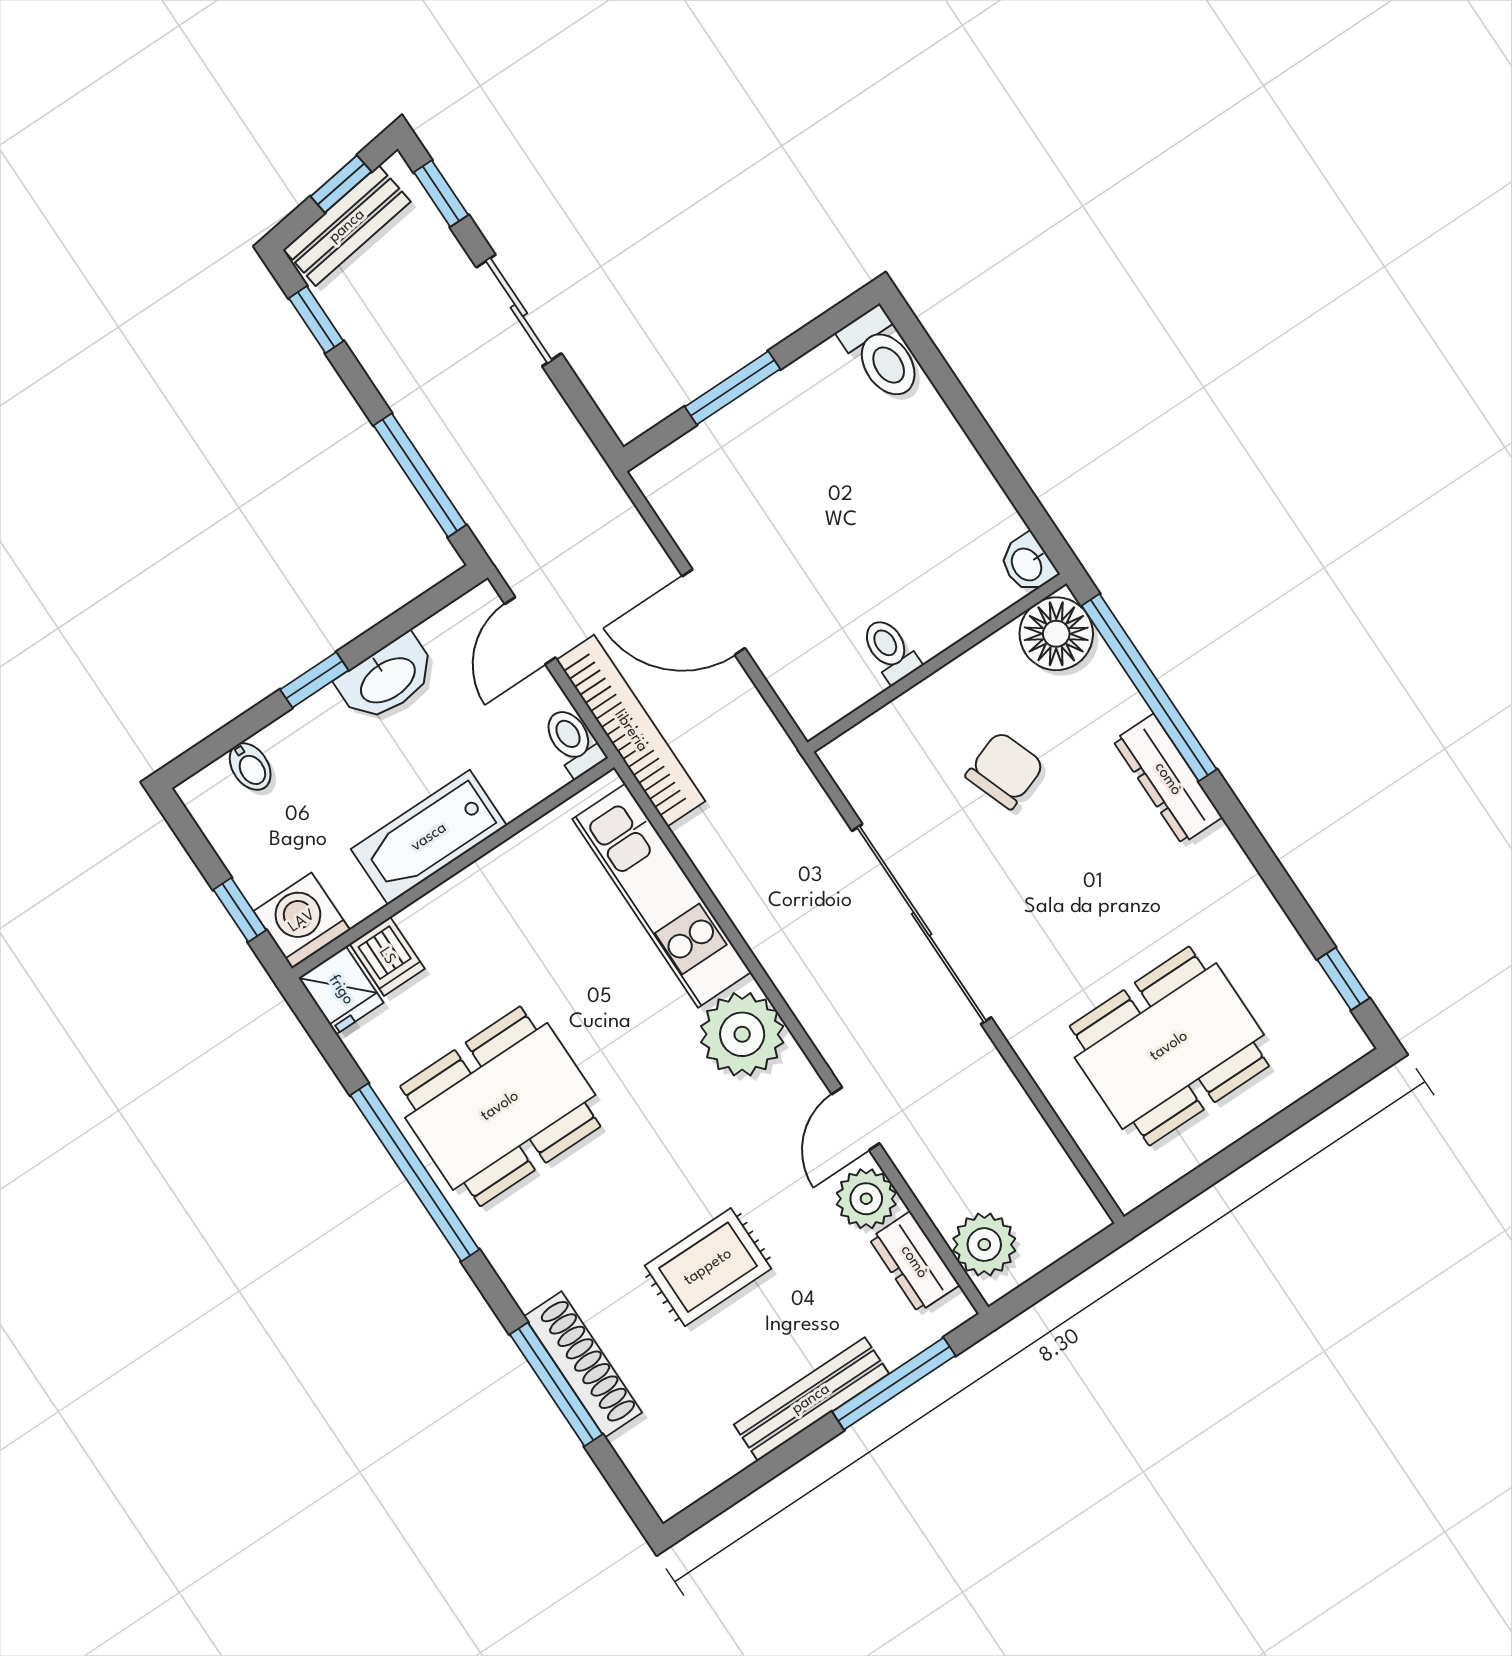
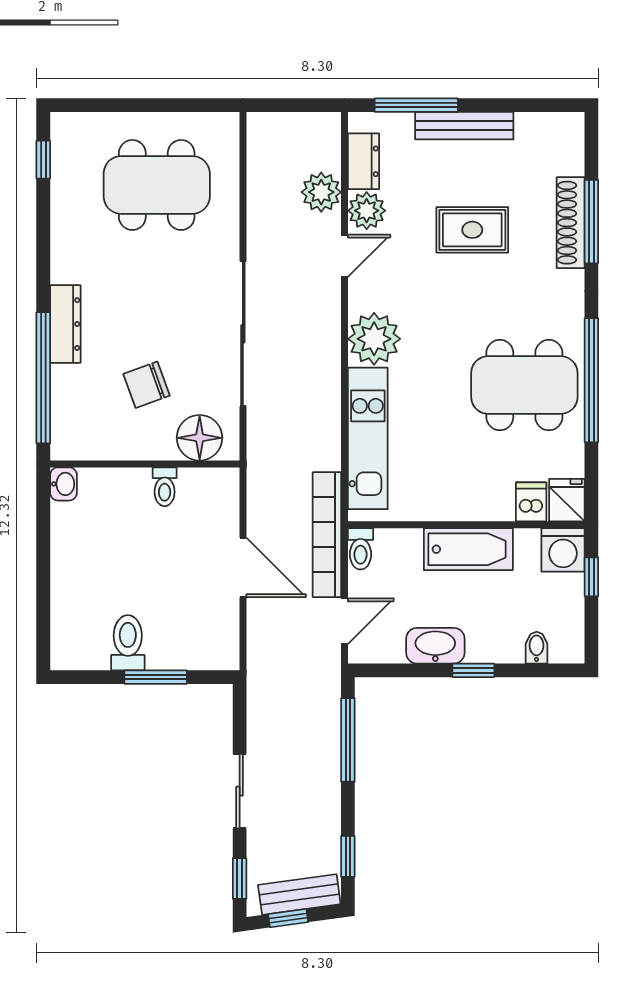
toilet: (882, 355) -> (128, 643), moved
floor lamp: (1056, 634) -> (200, 438), moved
plant: (984, 1245) -> (321, 192), moved

